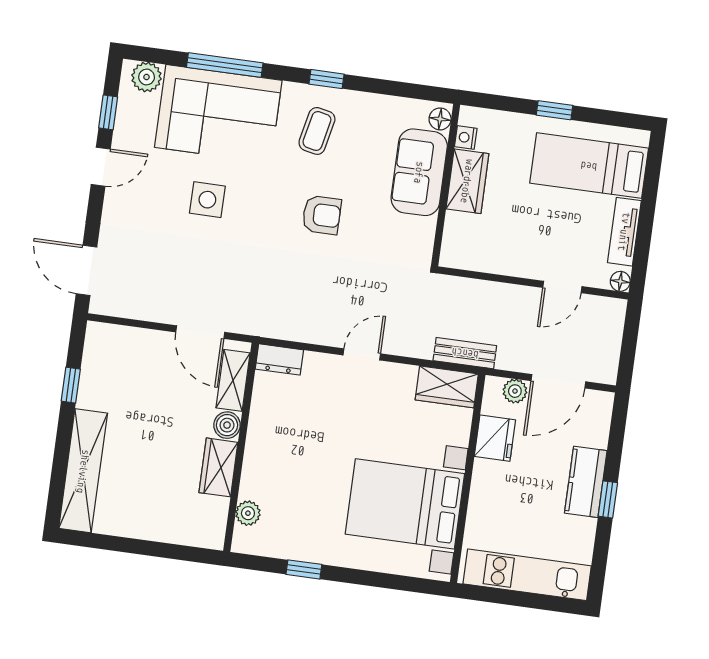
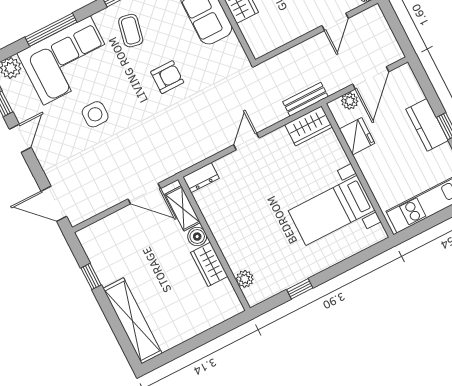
bed with nightstands: (405, 504) -> (332, 210), width x0.73

